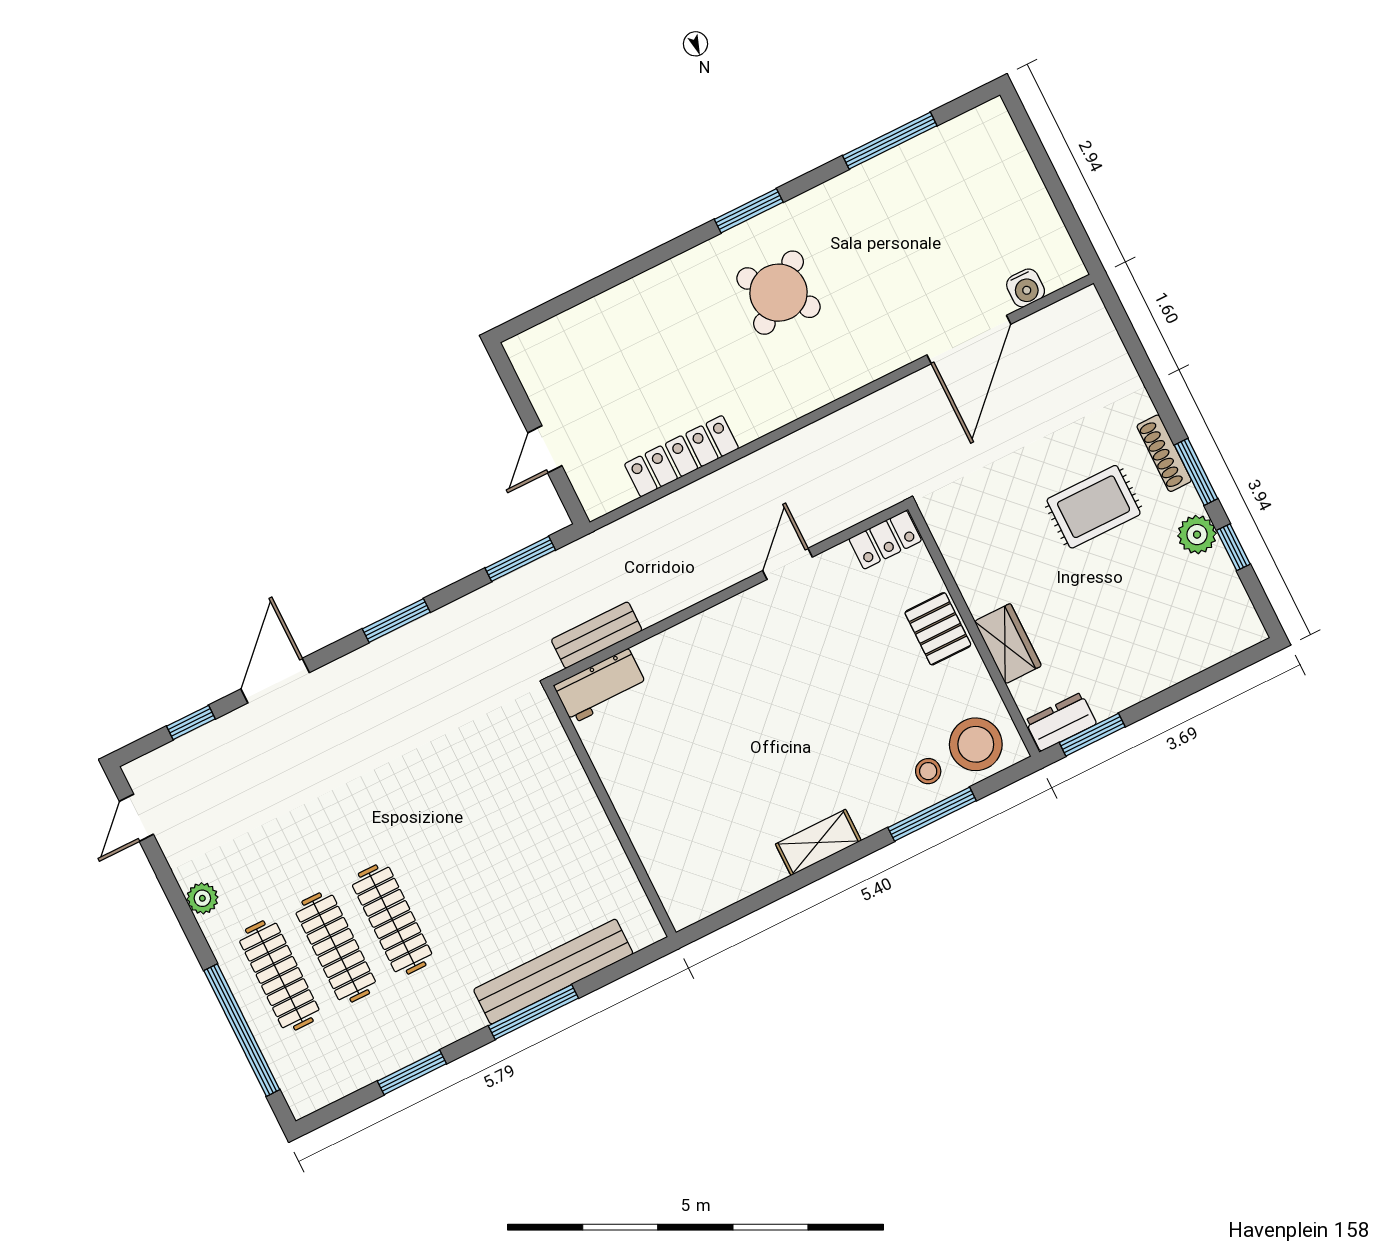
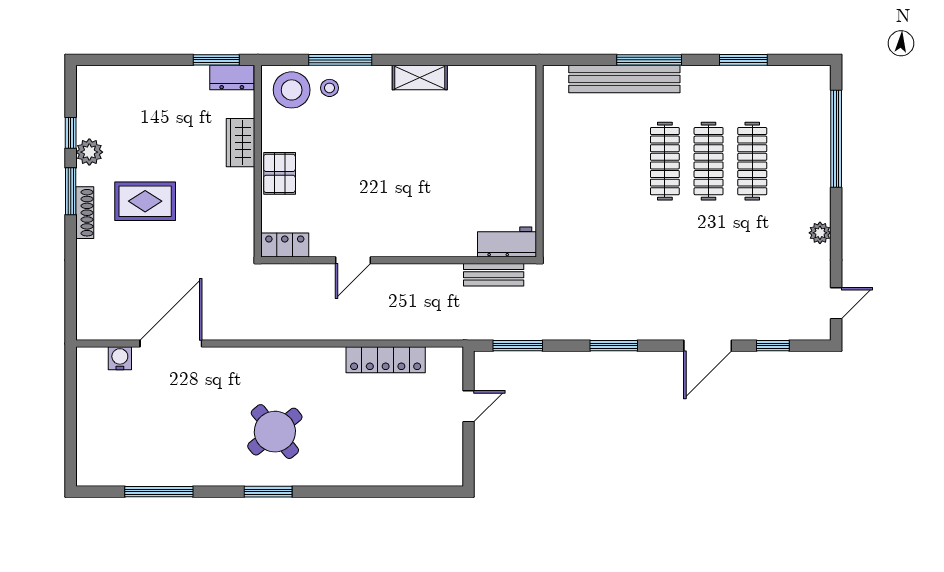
clothes rail: (279, 975) -> (665, 161), moved

